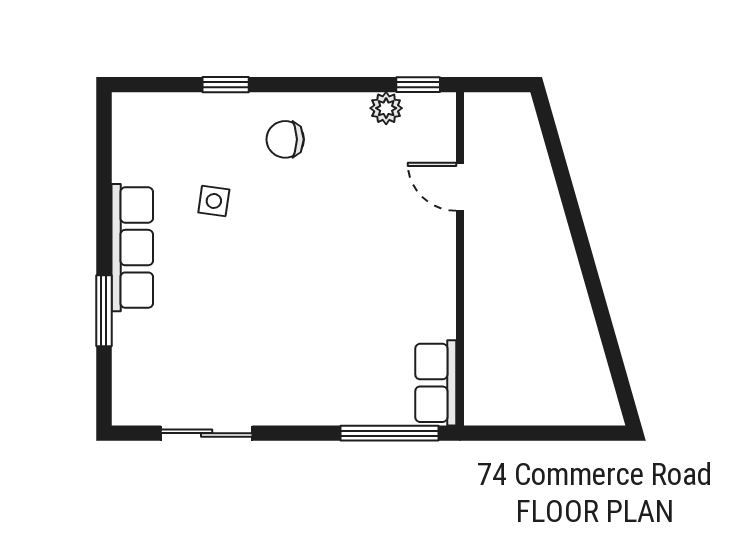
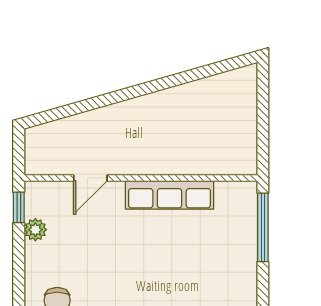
row of seats: (436, 383) -> (170, 195), moved, width x1.48

